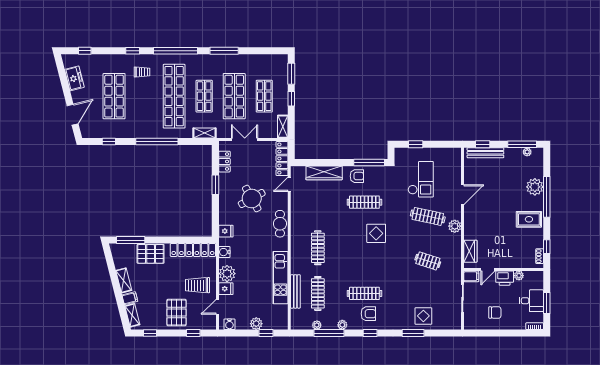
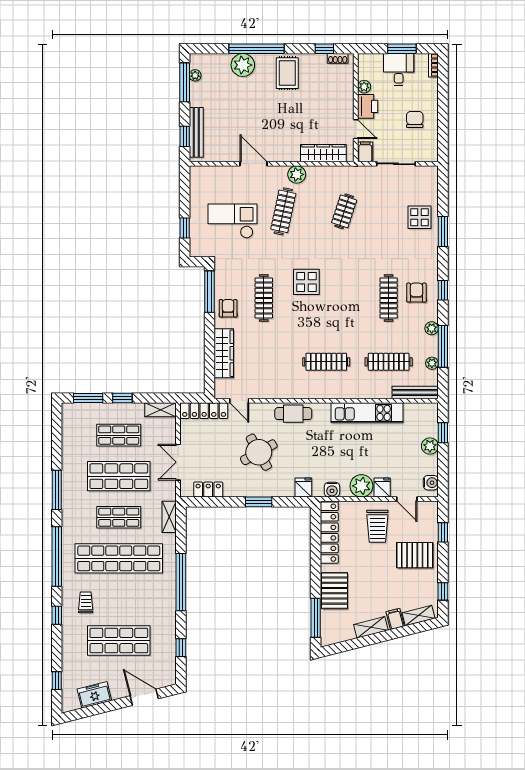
window: (215, 185) -> (259, 502), moved
wardrobe: (470, 251) -> (323, 153), width x1.50
bench: (295, 291) -> (415, 393), moved

